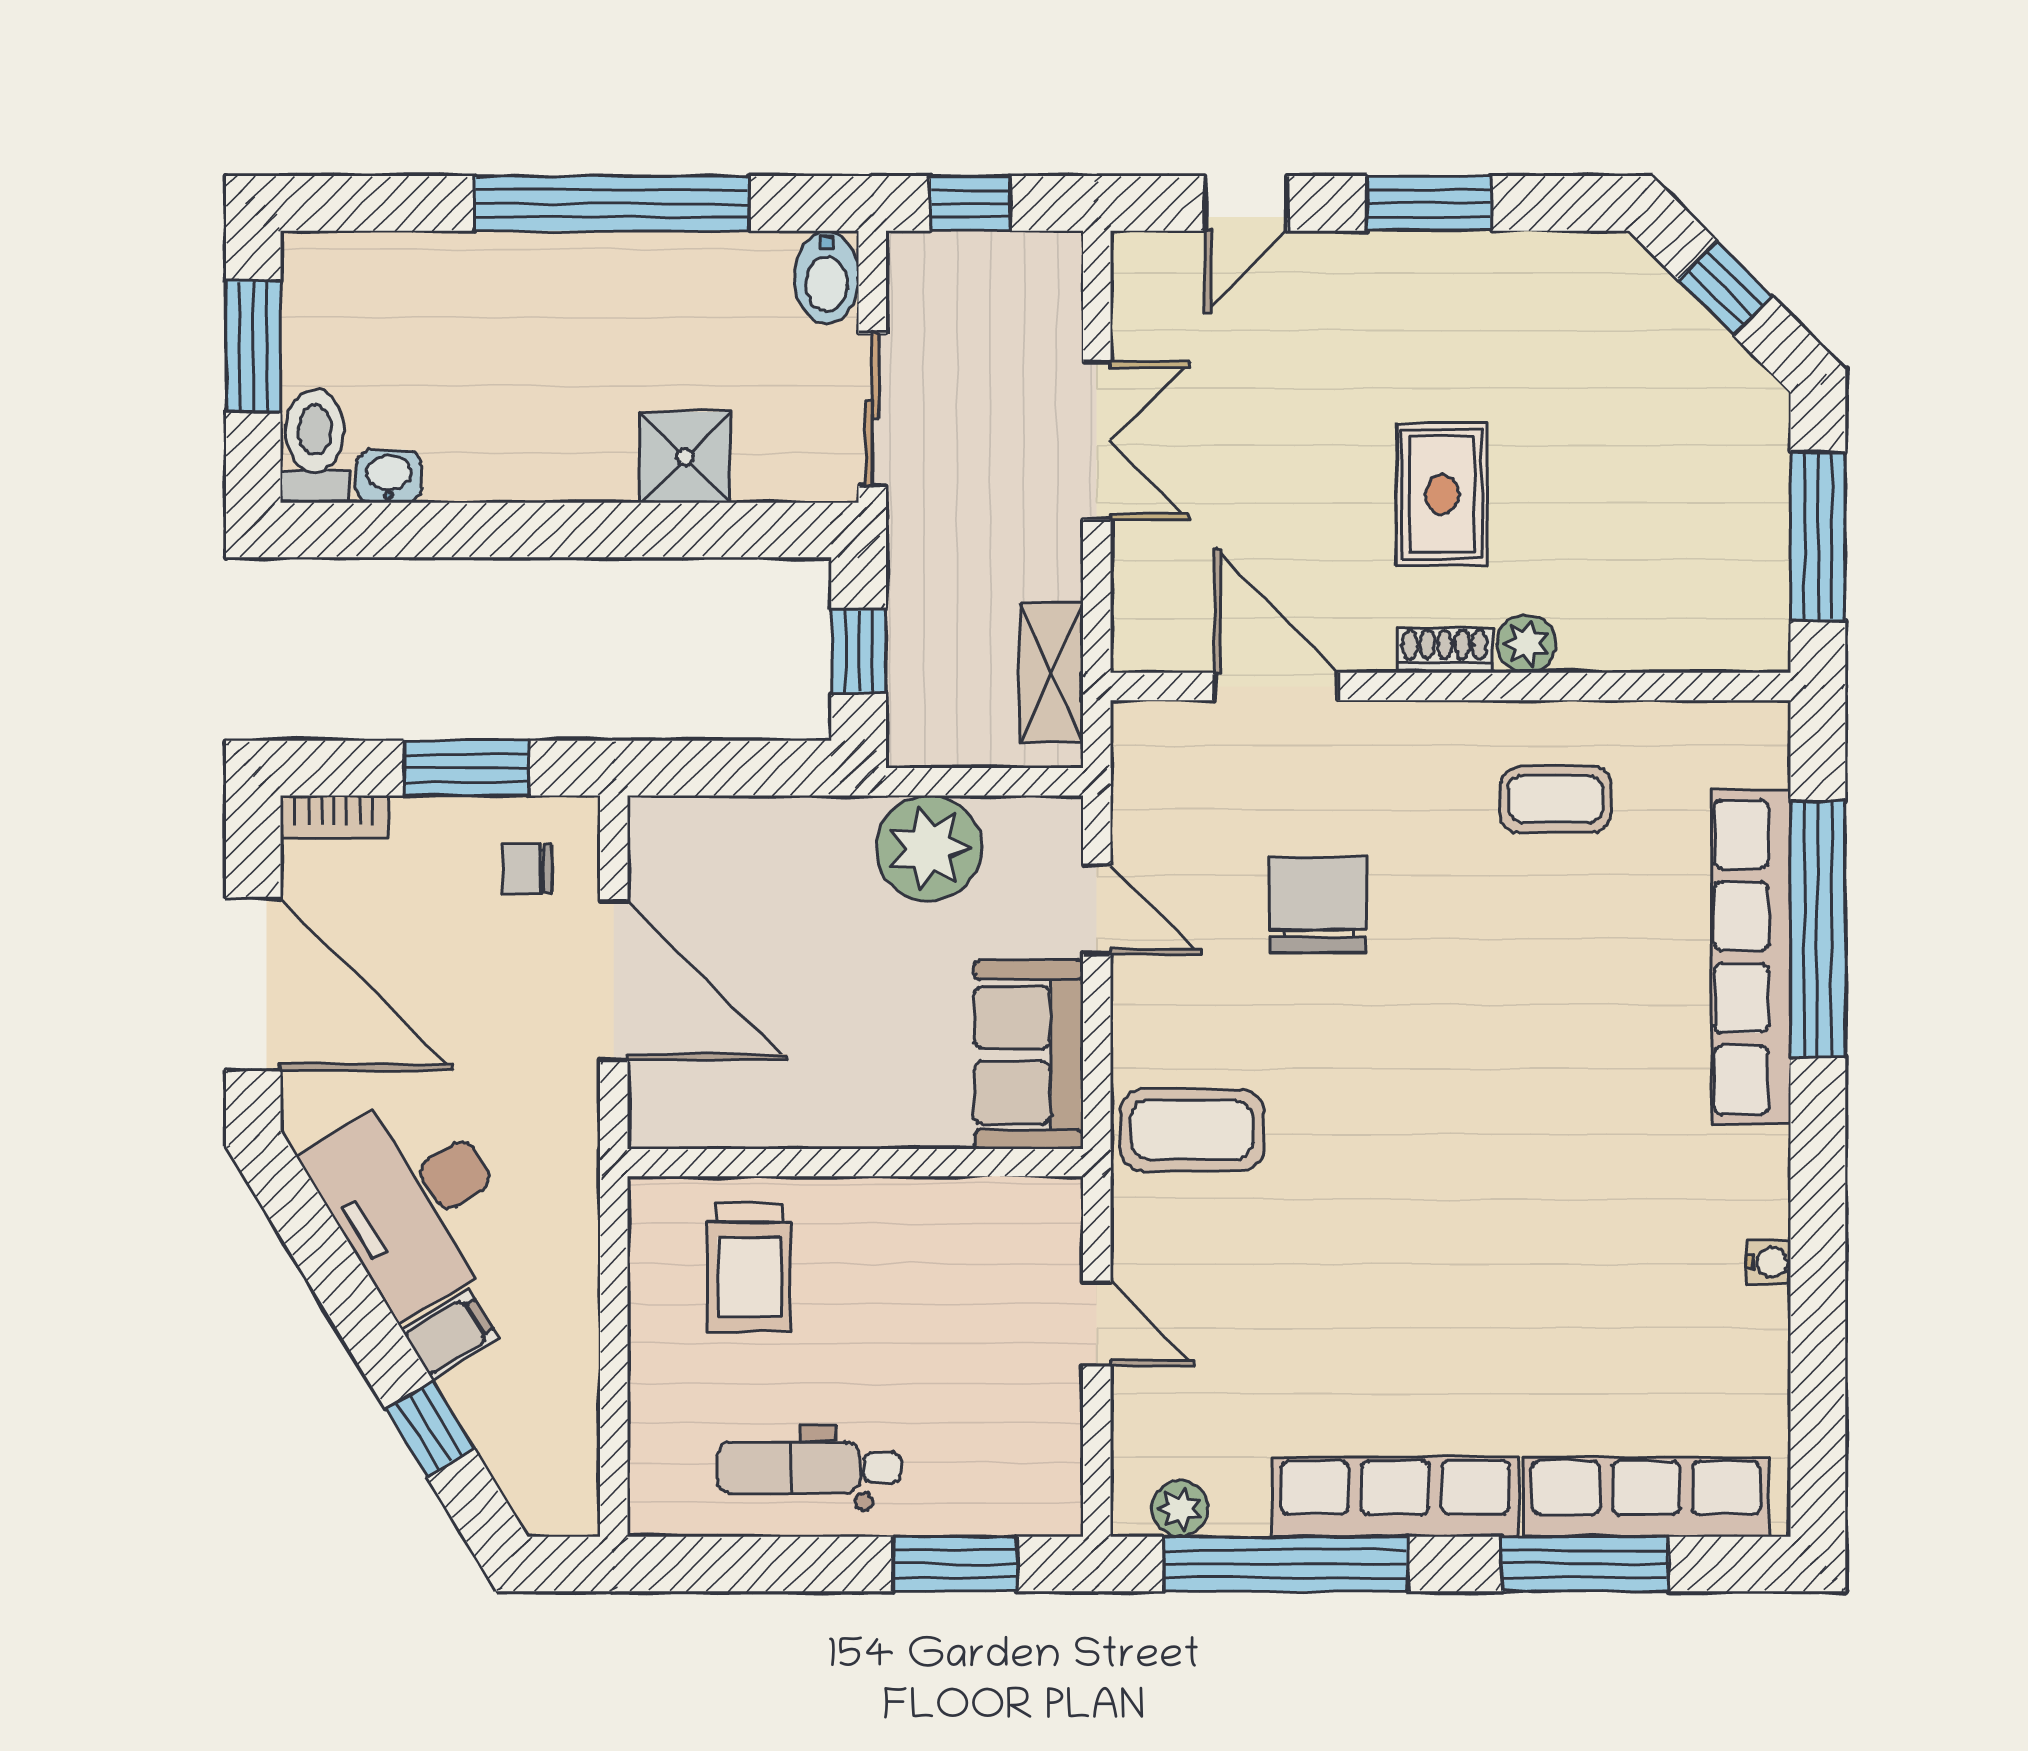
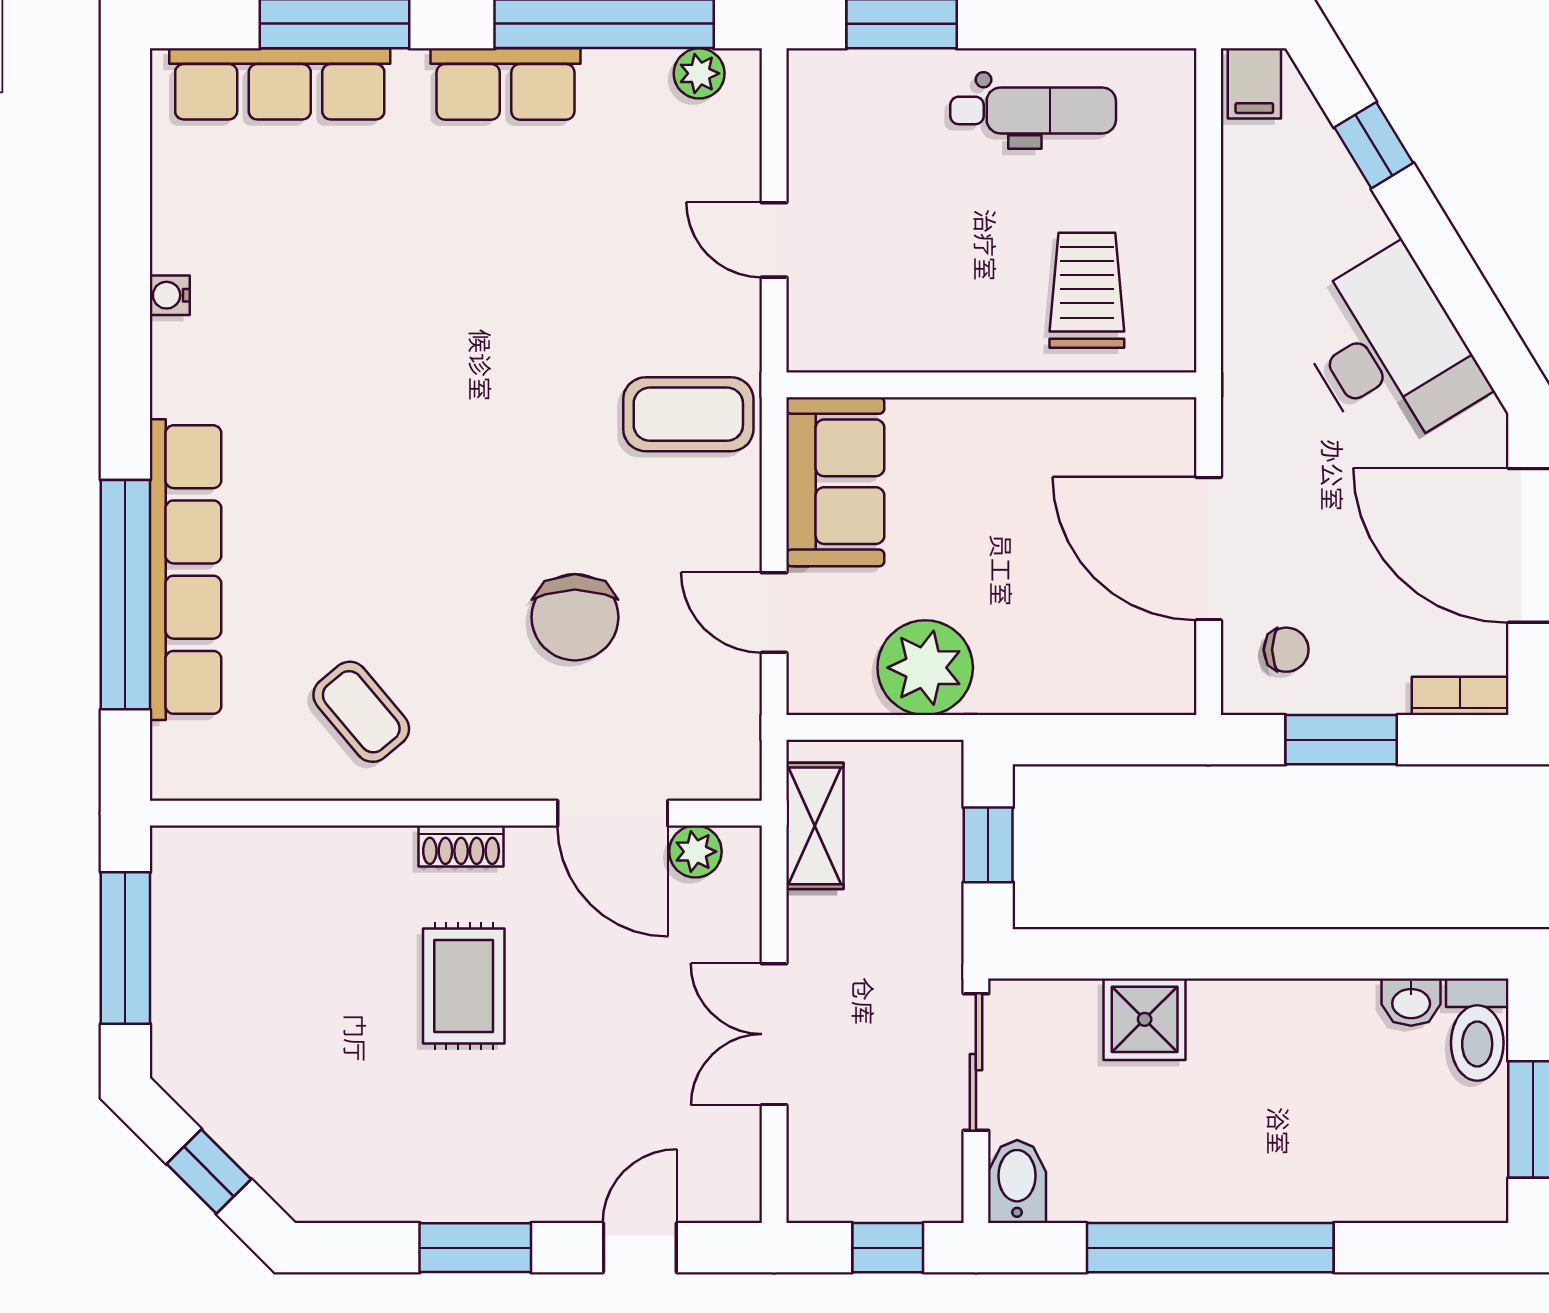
plant: (1526, 644) -> (695, 852), moved
coffee table: (1556, 799) -> (361, 712), turned 50
filing cabinet: (450, 1335) -> (1254, 83), moved, turned -59
row of seats: (1395, 1497) -> (505, 84), width x0.68

